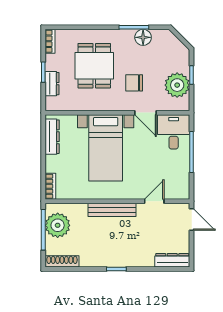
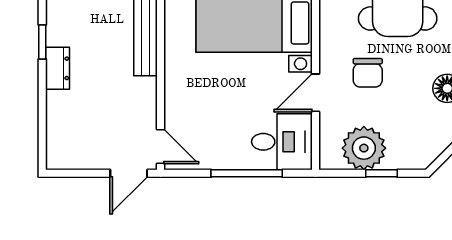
chair: (134, 83) -> (368, 73), turned 180
door: (154, 201) -> (161, 146), moved
dresser: (172, 260) -> (58, 68), moved, width x0.70

